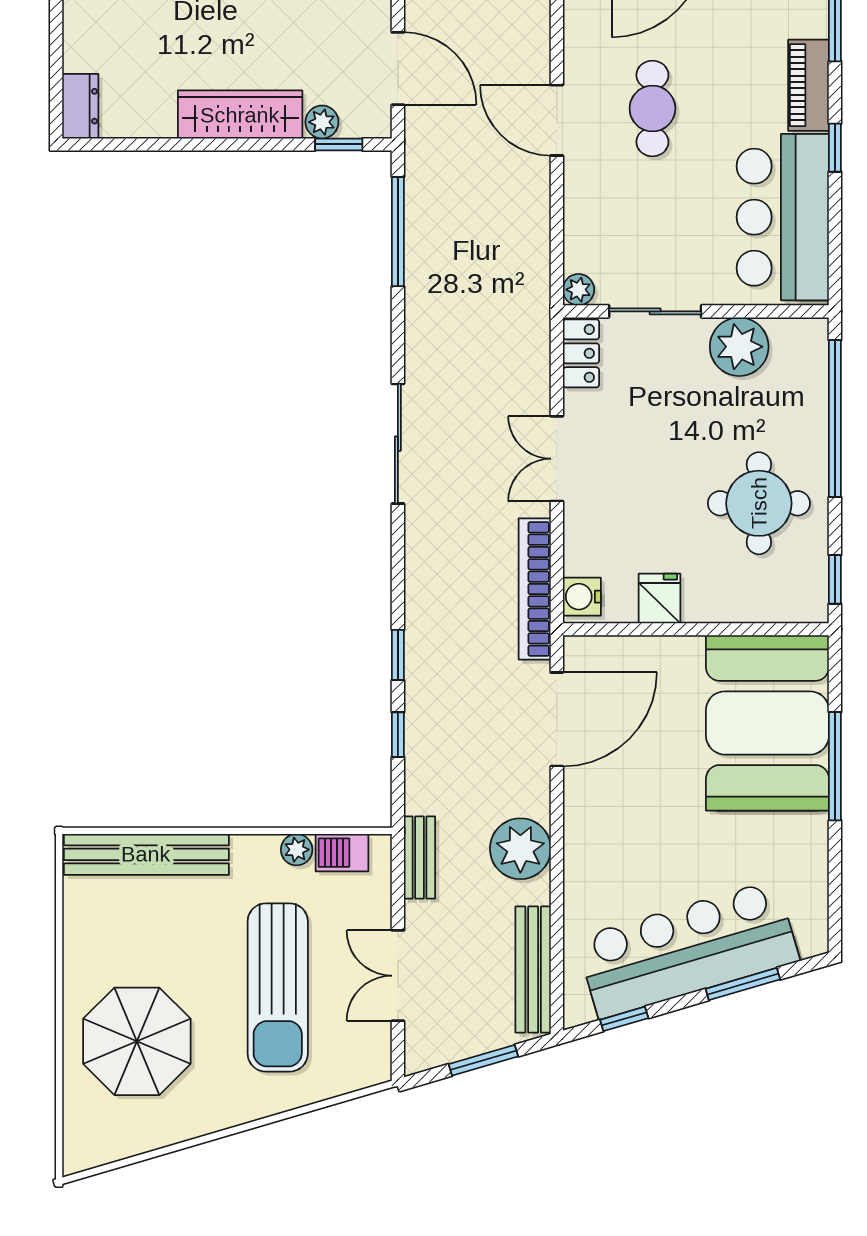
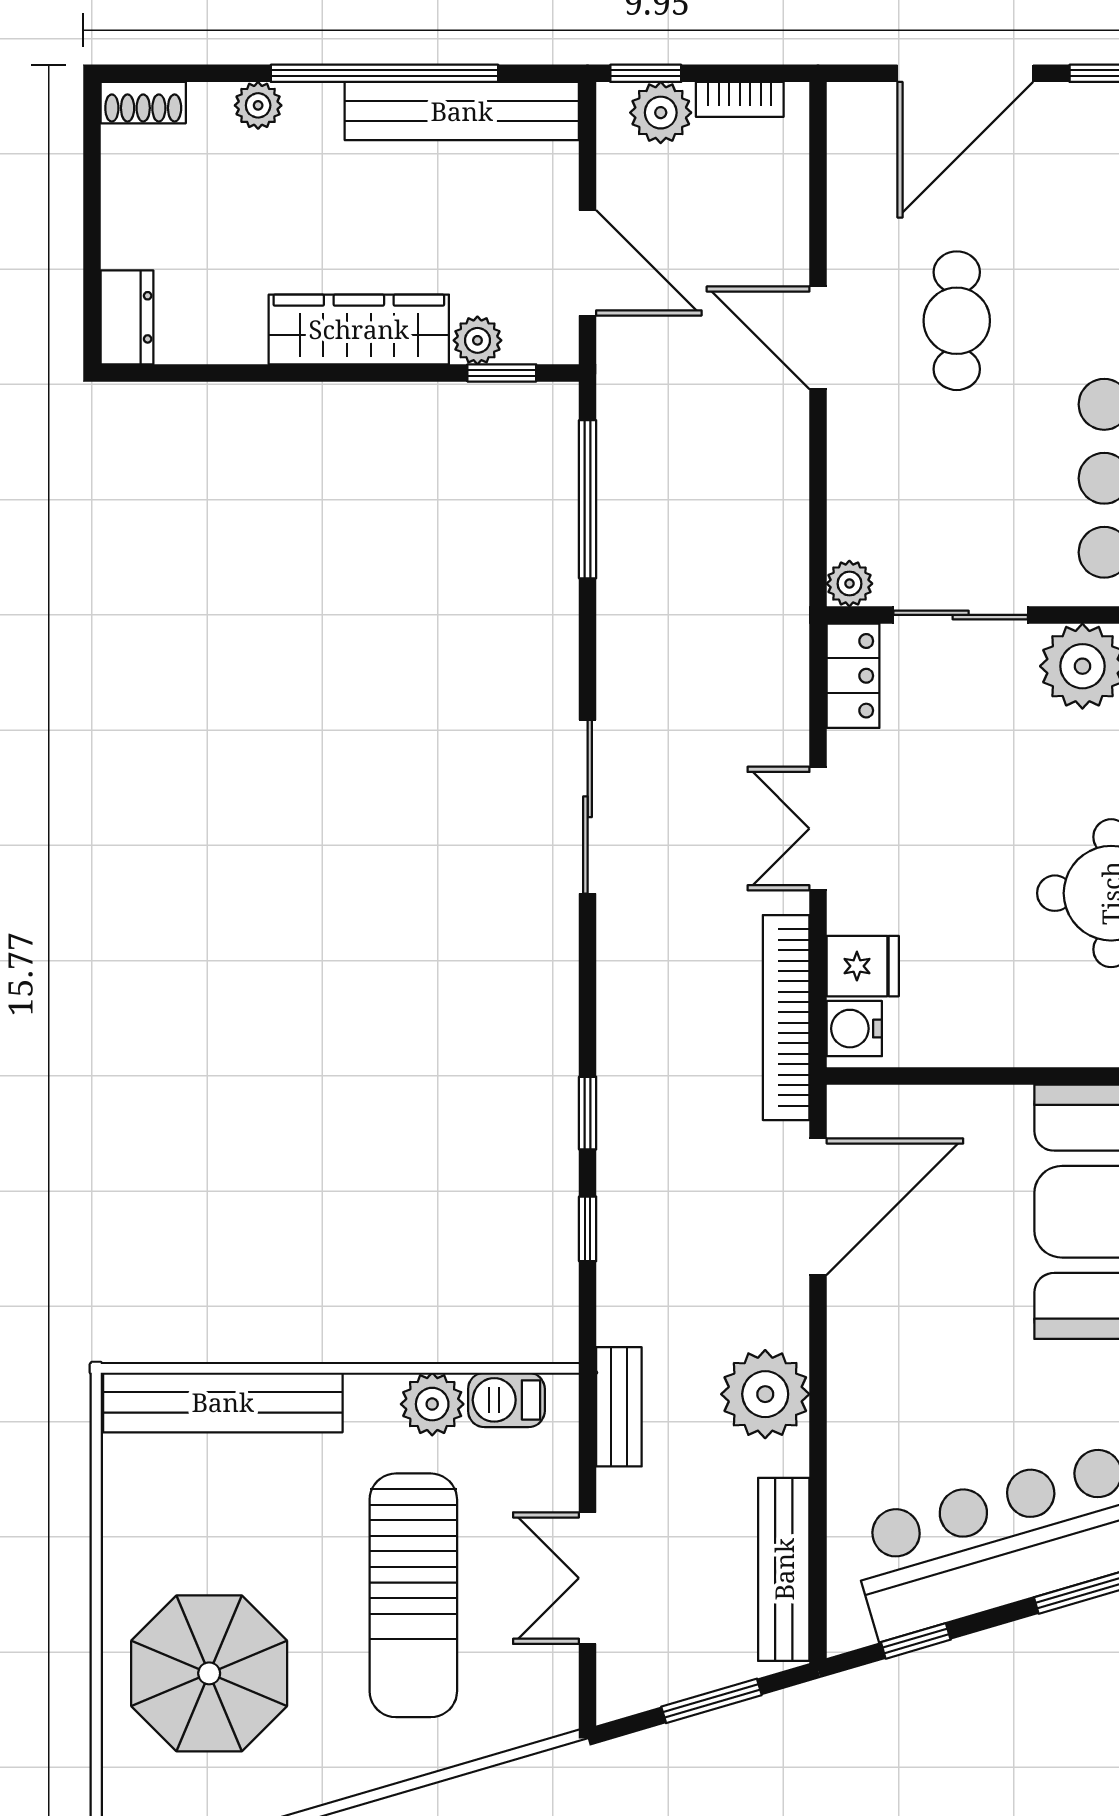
fridge: (660, 598) -> (863, 966), moved, turned 90
plant: (297, 850) -> (432, 1404), width x1.38, depth x1.38

